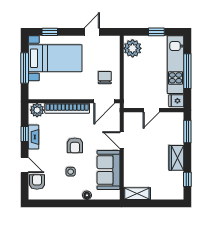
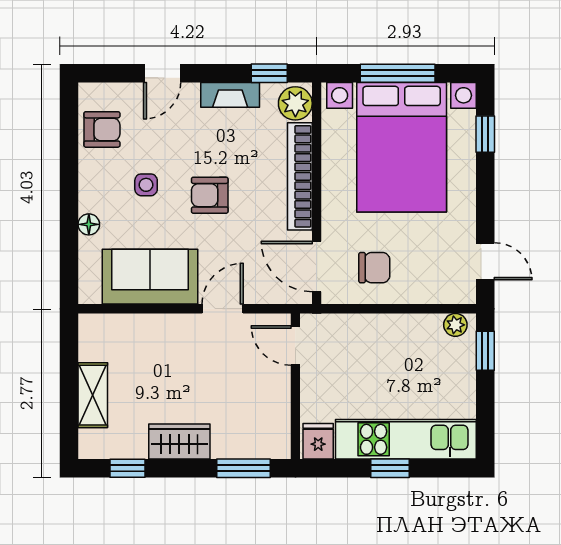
door: (92, 32) -> (485, 261), moved
window: (156, 32) -> (485, 351), moved
plant: (133, 48) -> (455, 325), width x0.53, depth x0.53
bed with nightstands: (55, 58) -> (402, 147), width x1.36
window: (187, 71) -> (390, 468), width x0.46
door: (151, 110) -> (295, 346), moved
window: (25, 134) -> (269, 73), moved
armchair: (37, 182) -> (102, 129), moved
shelving: (137, 194) -> (93, 395), moved

